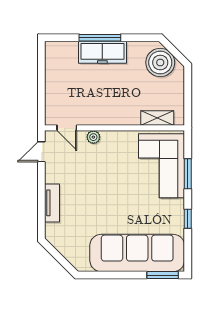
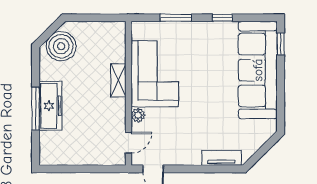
shelving: (157, 118) -> (118, 80), moved
corner sofa: (162, 166) -> (155, 74), moved, turned -90
tv unit: (52, 203) -> (221, 158), moved
window: (163, 275) -> (281, 44), width x0.67

